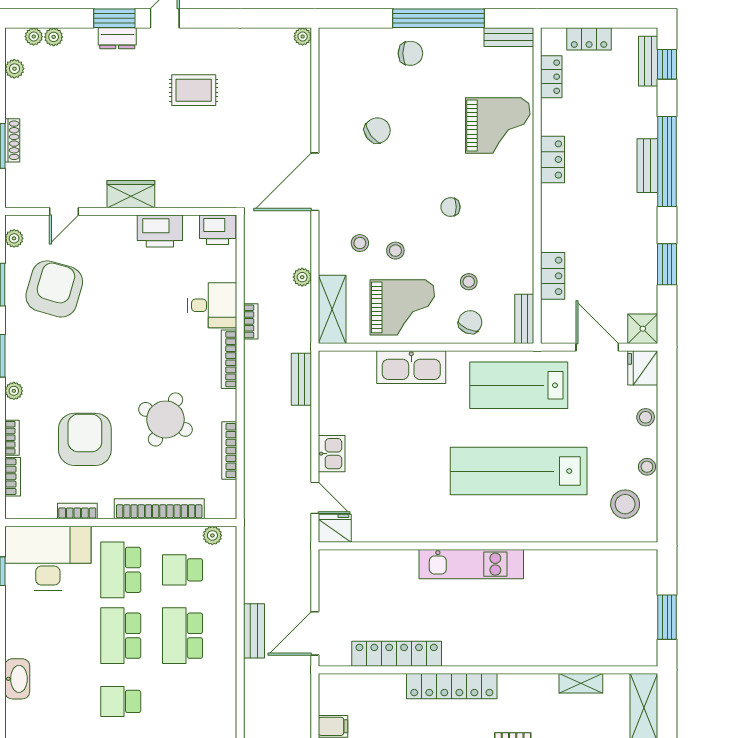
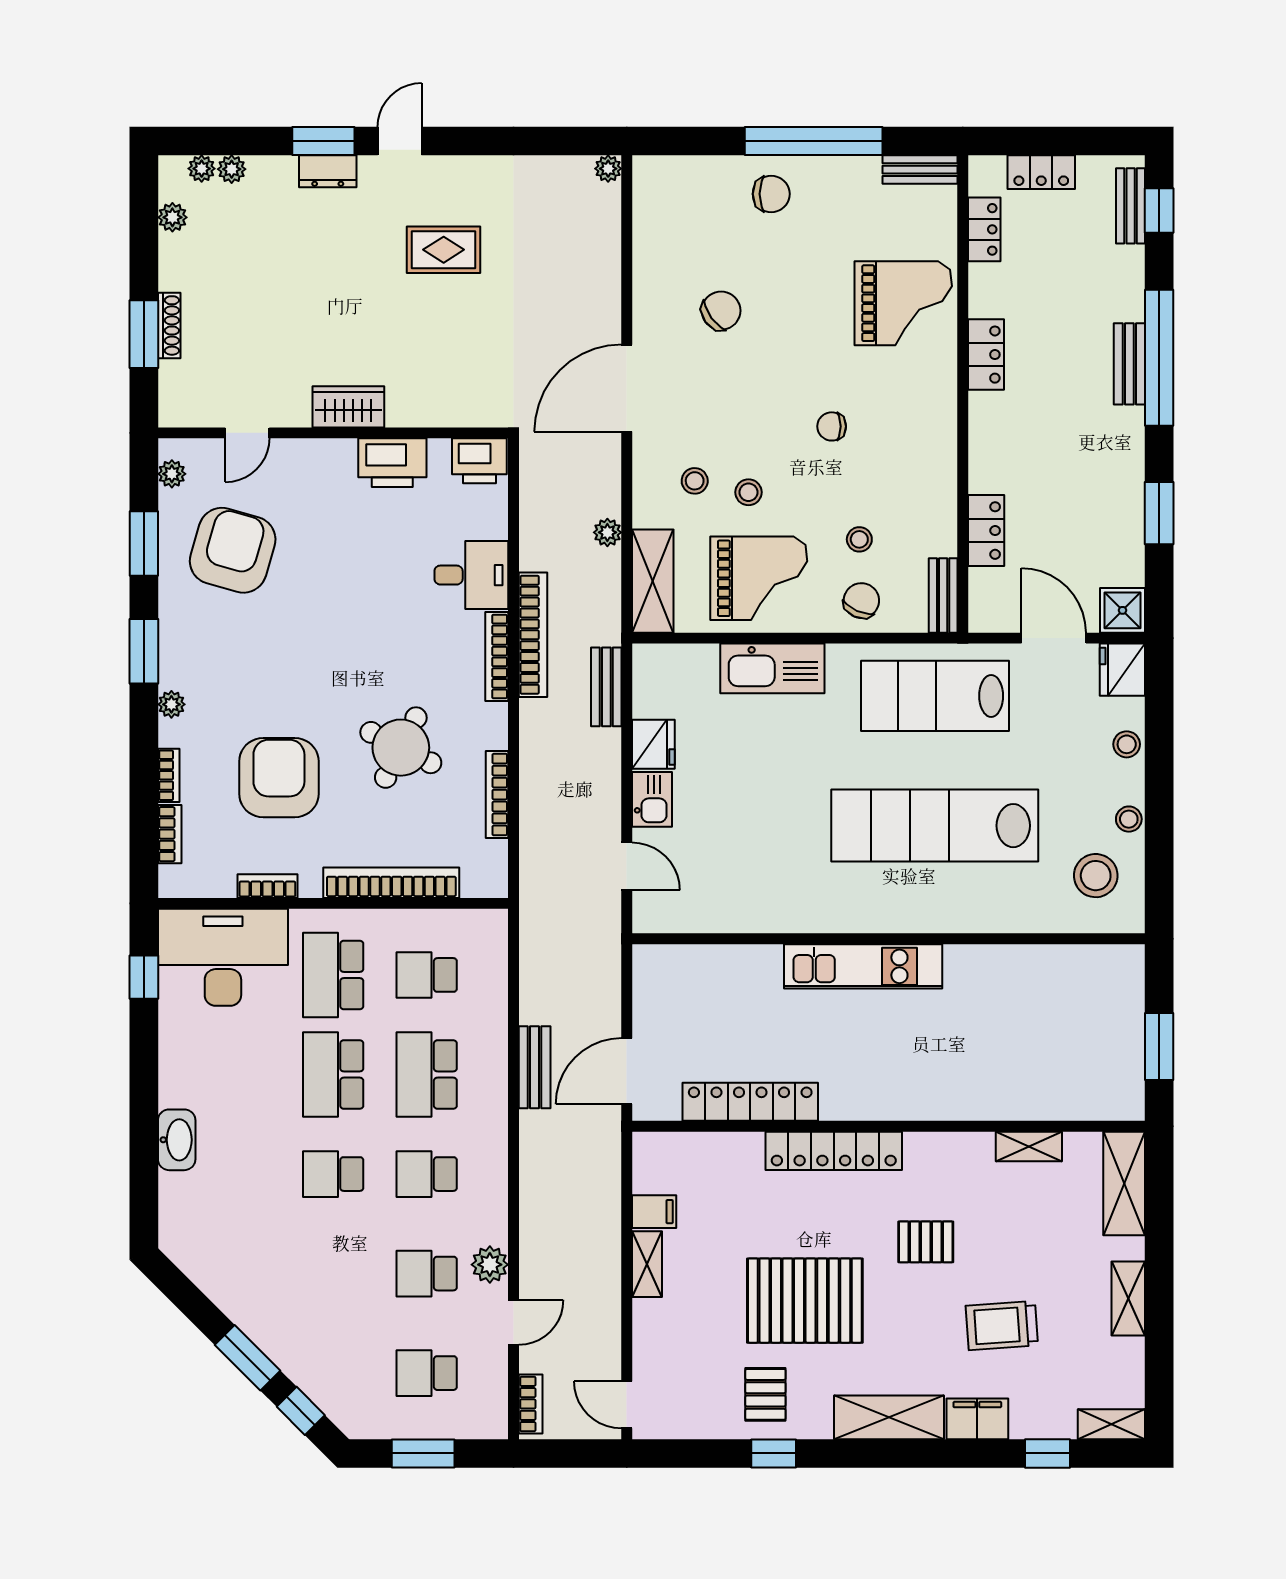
bookcase: (251, 321) -> (533, 635), width x2.31, depth x1.31
fridge: (335, 528) -> (653, 744), moved, turned 90
plant: (212, 535) -> (472, 923), removed
school desk: (183, 701) -> (427, 1174), added

